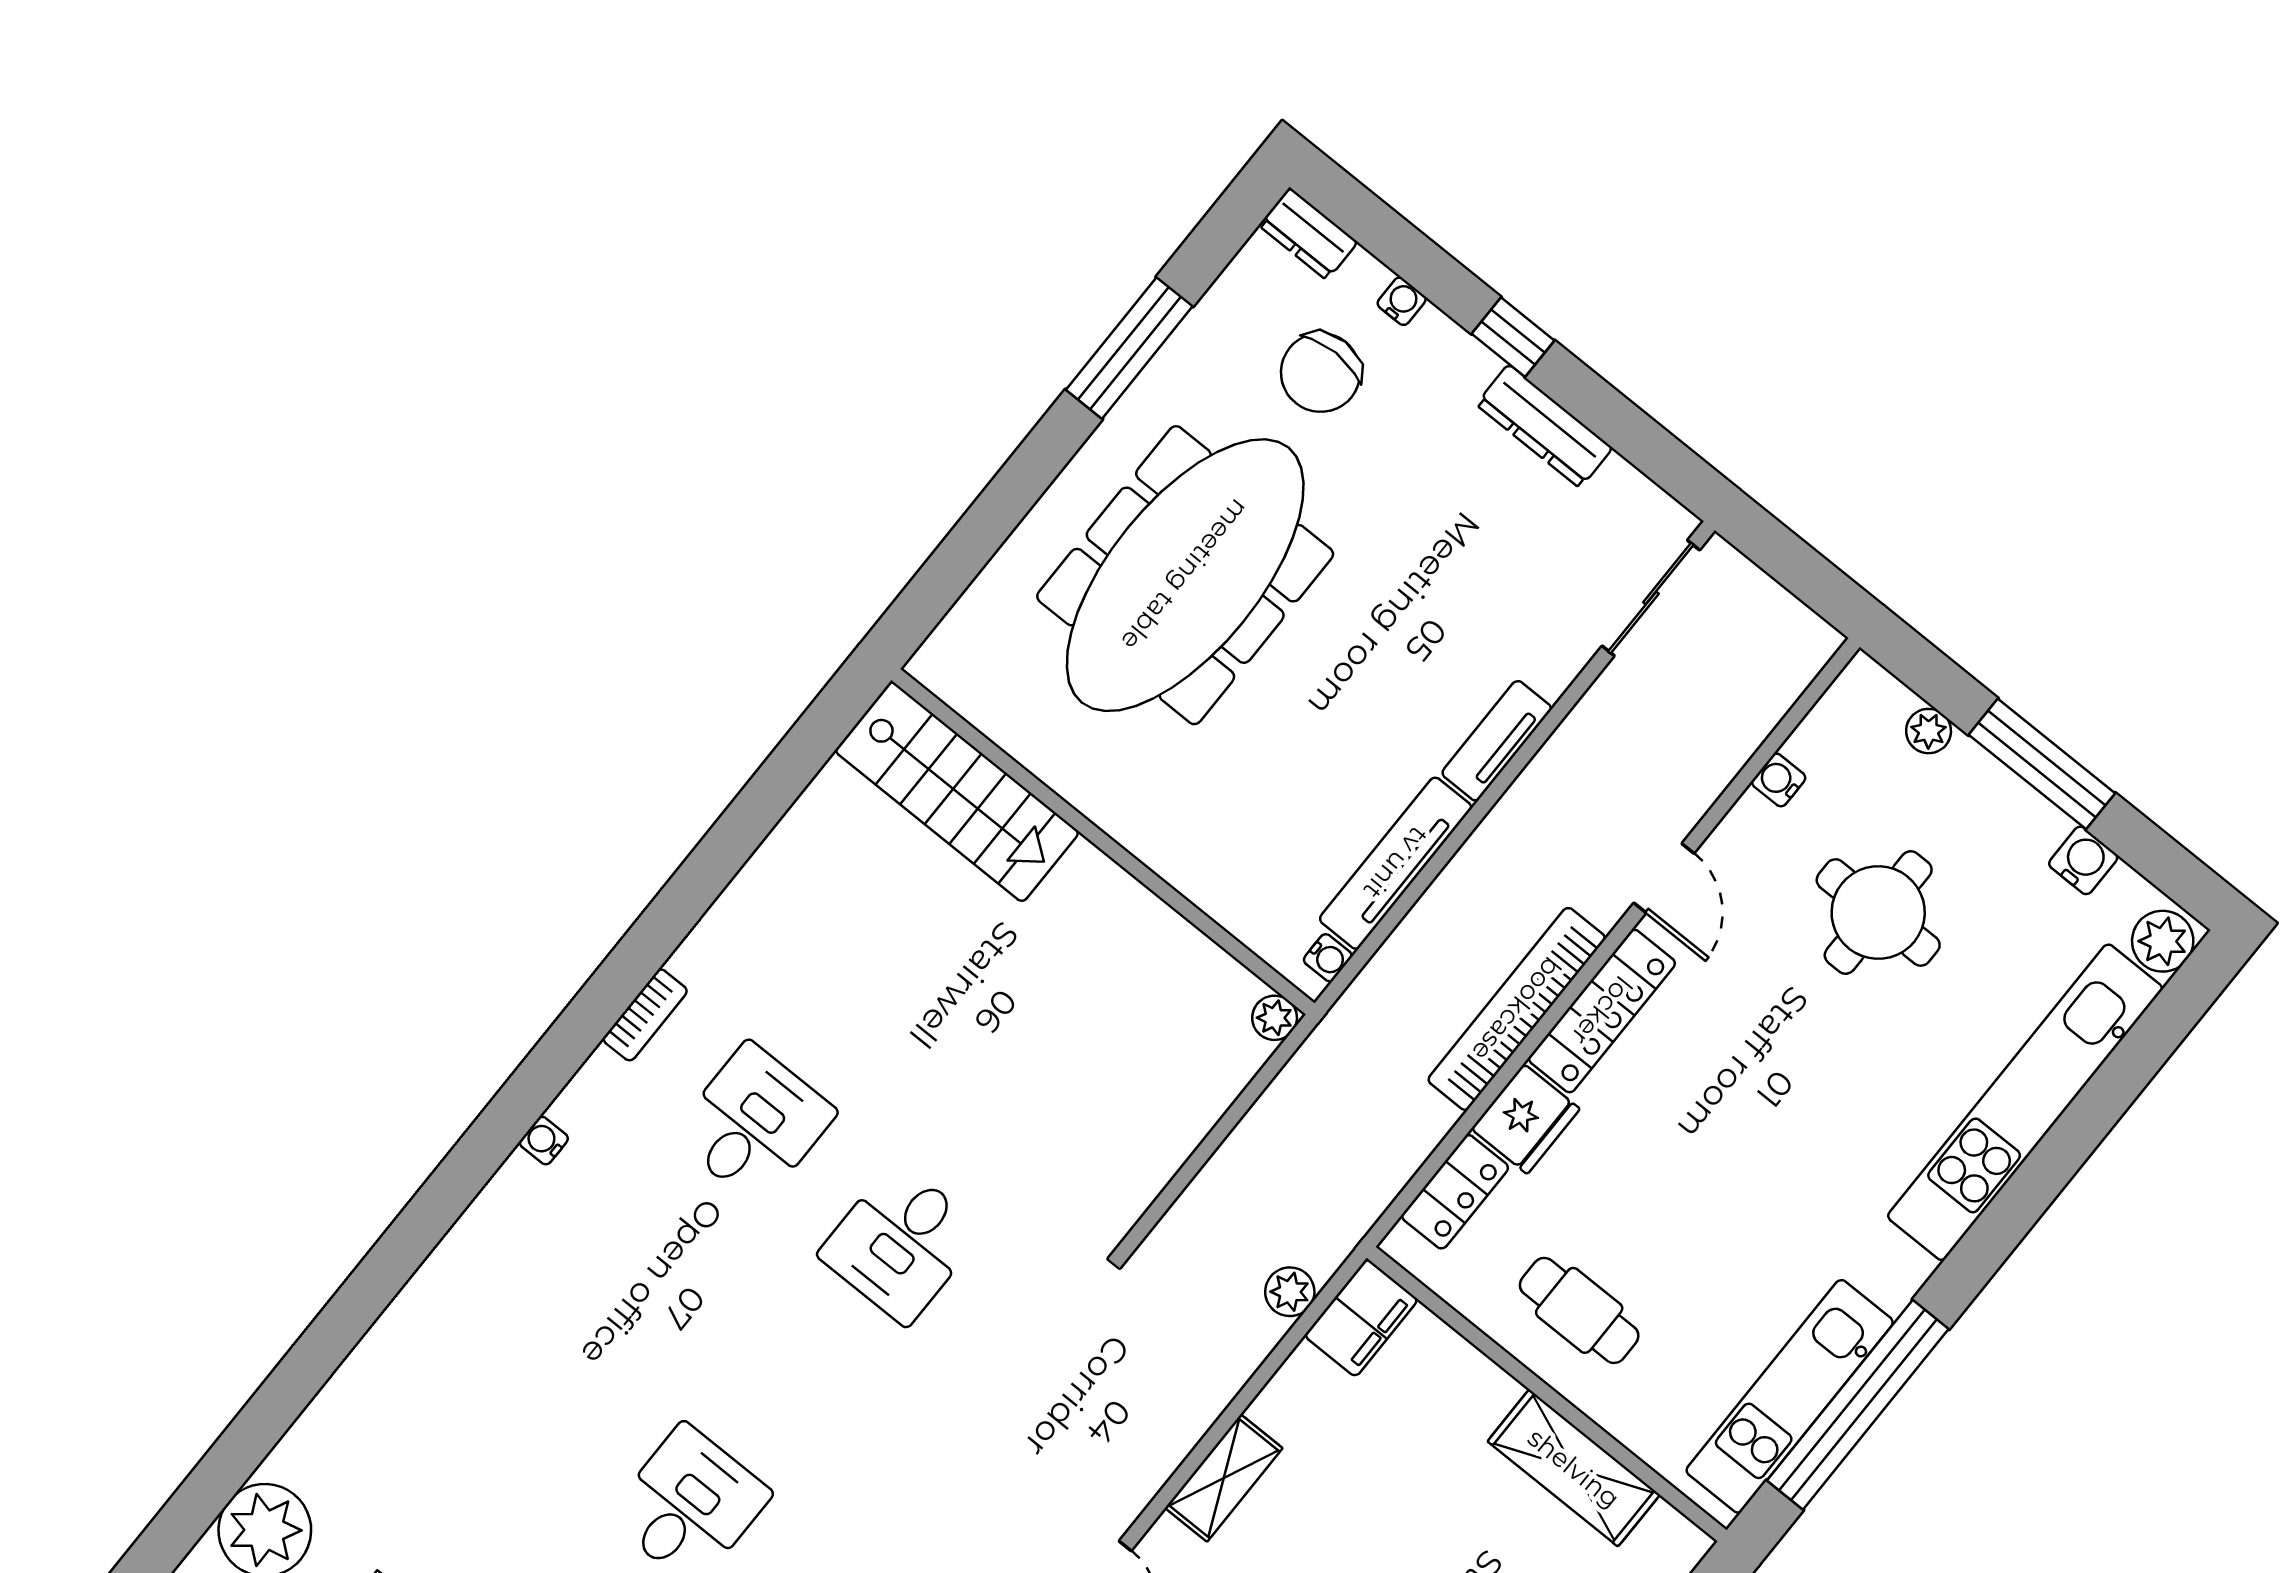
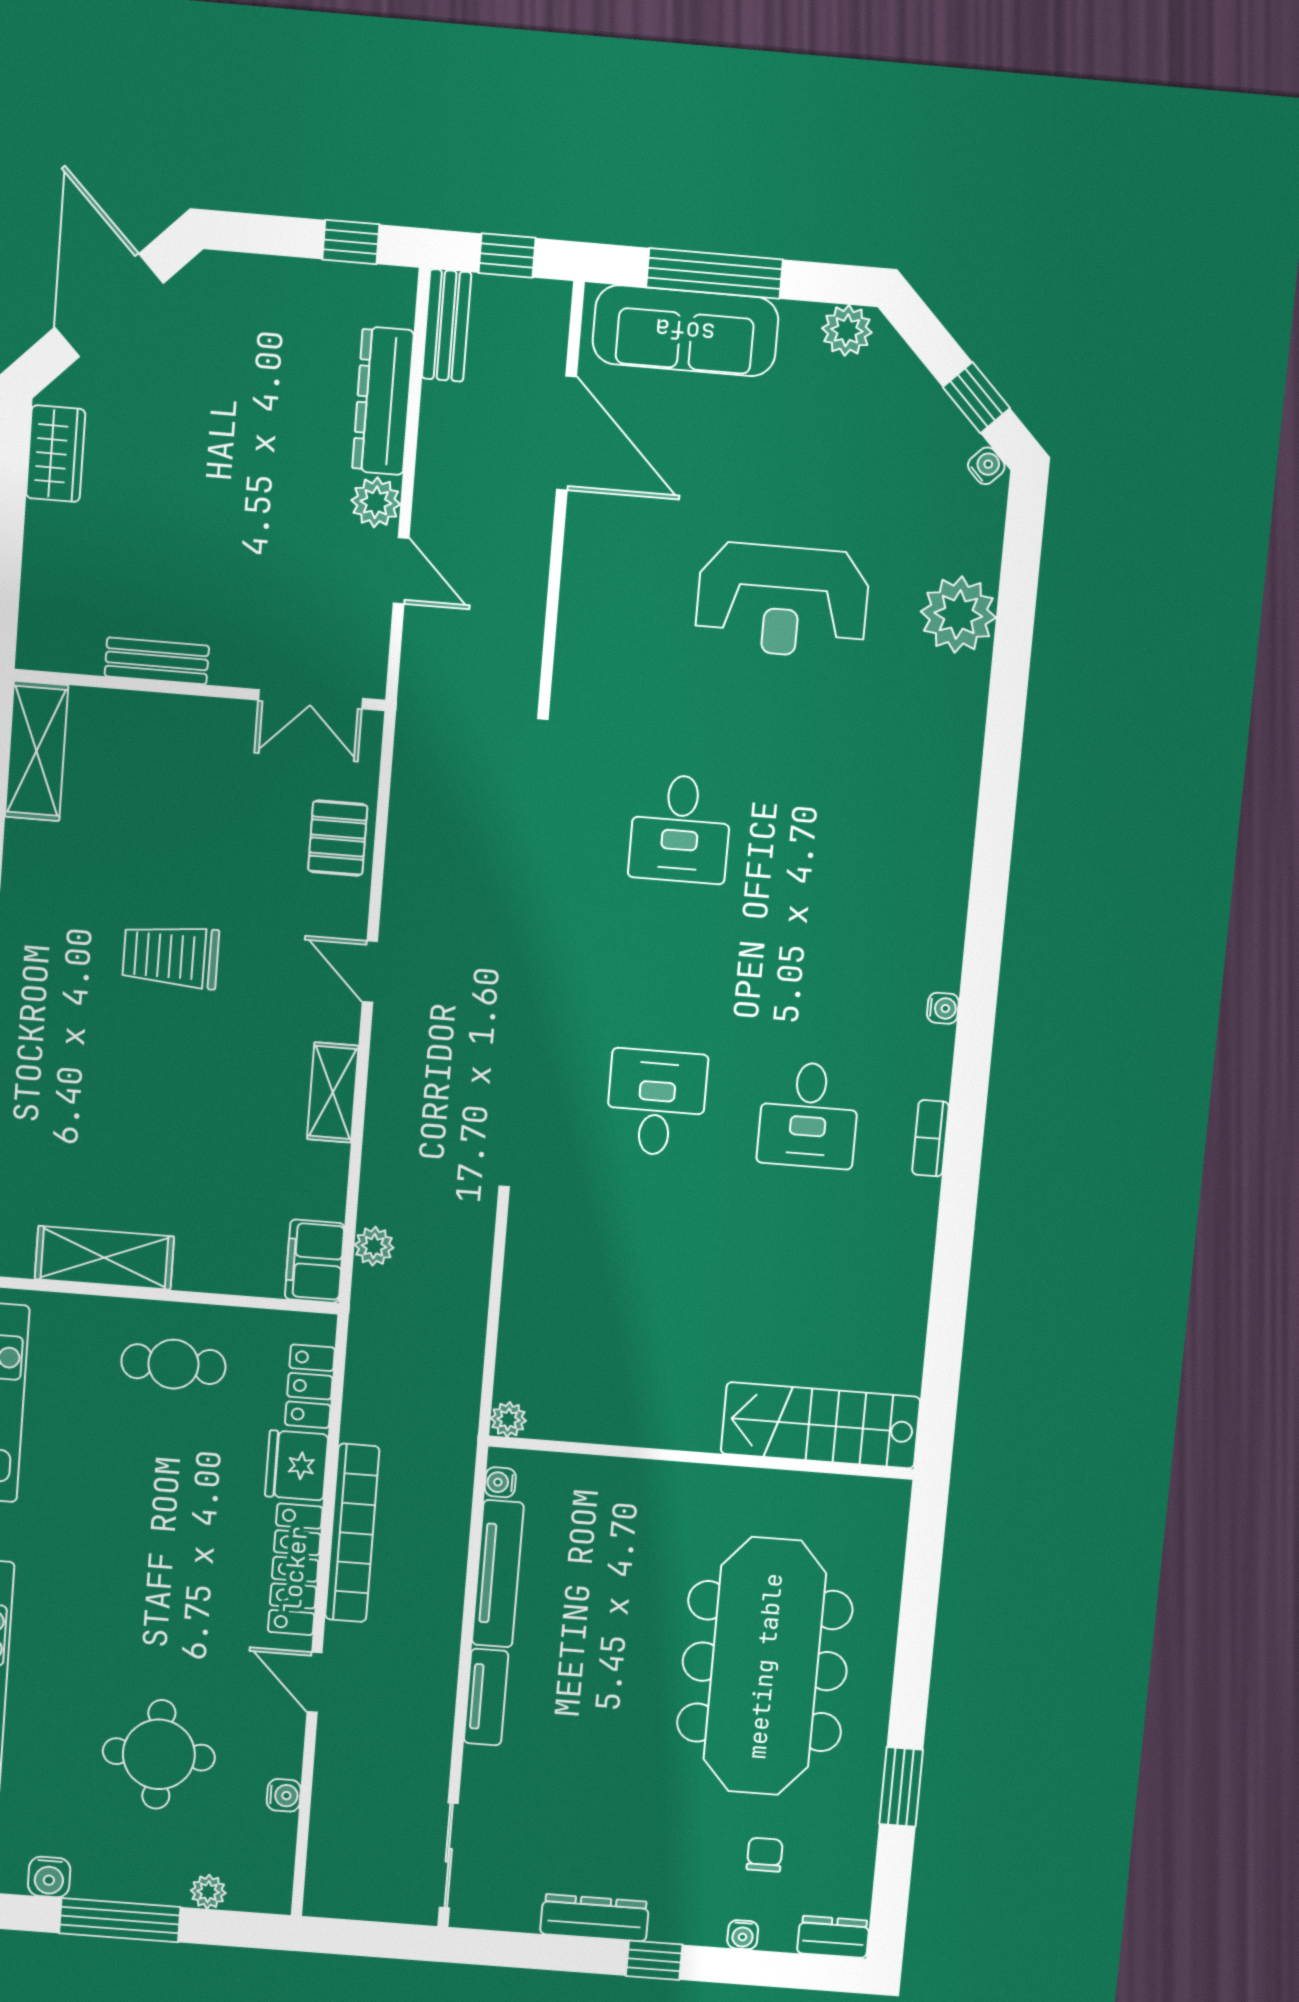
window: (1129, 348) -> (901, 1787), width x0.69
chair: (1321, 372) -> (765, 1855), width x0.54, depth x0.54

